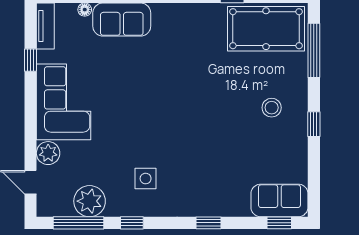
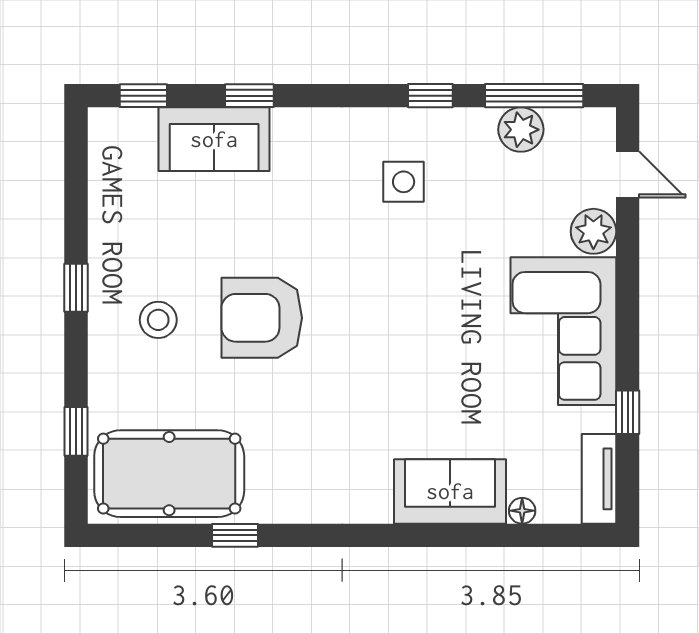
window: (314, 50) -> (76, 431), width x0.46
armchair: (218, 109) -> (262, 318), added
sofa: (279, 200) -> (214, 139), moved
plant: (90, 201) -> (521, 130), width x0.73, depth x0.73
window: (208, 223) -> (249, 96), moved

